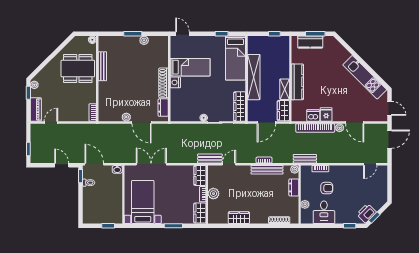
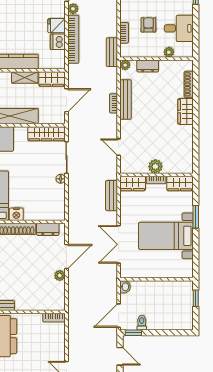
door: (266, 123) -> (66, 100), hinge flipped
bench: (210, 159) -> (112, 196), moved
door: (62, 165) -> (120, 356), swing flipped
bed with nightstands: (143, 202) -> (166, 236), moved
wardrobe: (239, 218) -> (185, 111), moved

